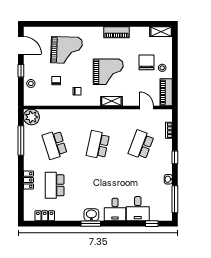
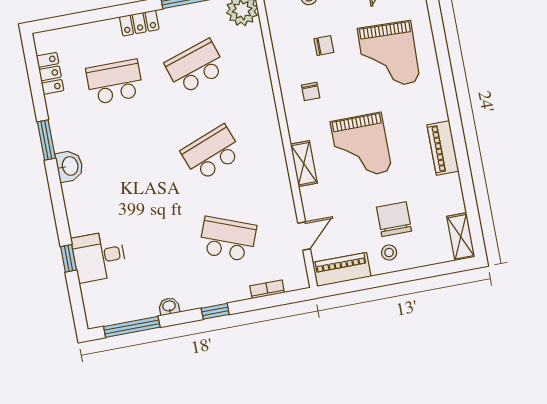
chair: (146, 62) -> (394, 219), turned -90
school desk: (98, 145) -> (212, 153), turned -33
locker: (28, 180) -> (139, 23), moved
desk: (115, 209) -> (89, 211), removed
window: (91, 224) -> (46, 140), moved
window: (152, 224) -> (69, 258), moved

